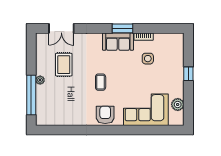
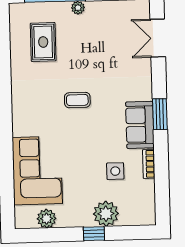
window: (122, 28) -> (160, 114), moved
rug: (64, 65) -> (43, 42), moved, turned 90
plant: (176, 65) -> (106, 214), added
armchair: (105, 115) -> (28, 109), removed

